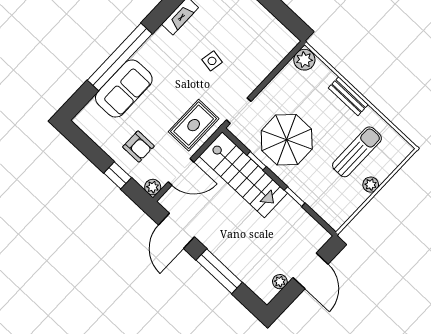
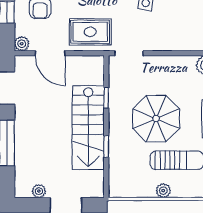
parasol: (287, 140) -> (156, 119), moved
stairs: (243, 175) -> (88, 128), moved

